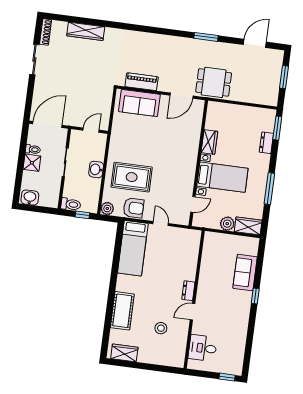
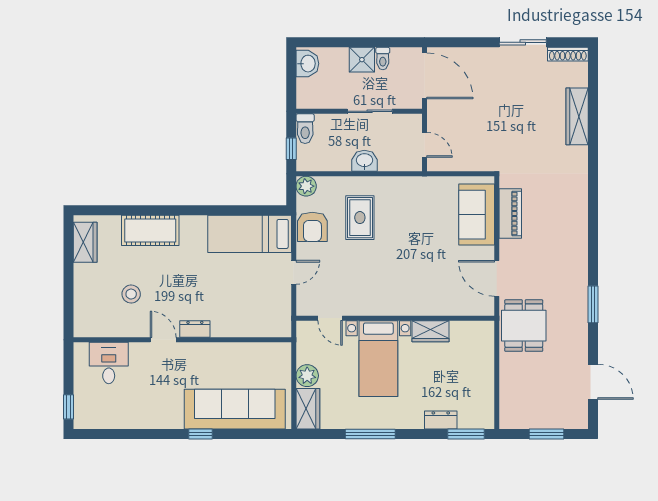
rug: (132, 177) -> (360, 218), width x0.73, depth x0.70
sofa: (245, 273) -> (235, 409), width x1.85, depth x1.27

